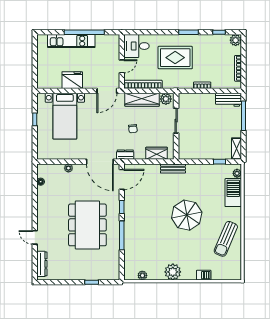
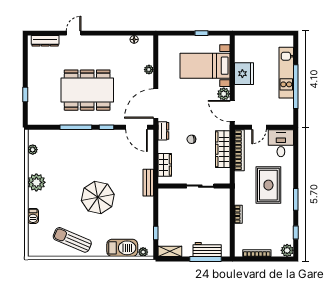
door: (122, 66) -> (259, 127), hinge flipped
plant: (166, 99) -> (224, 94), moved
workbench: (228, 100) -> (207, 249), moved, turned 90

